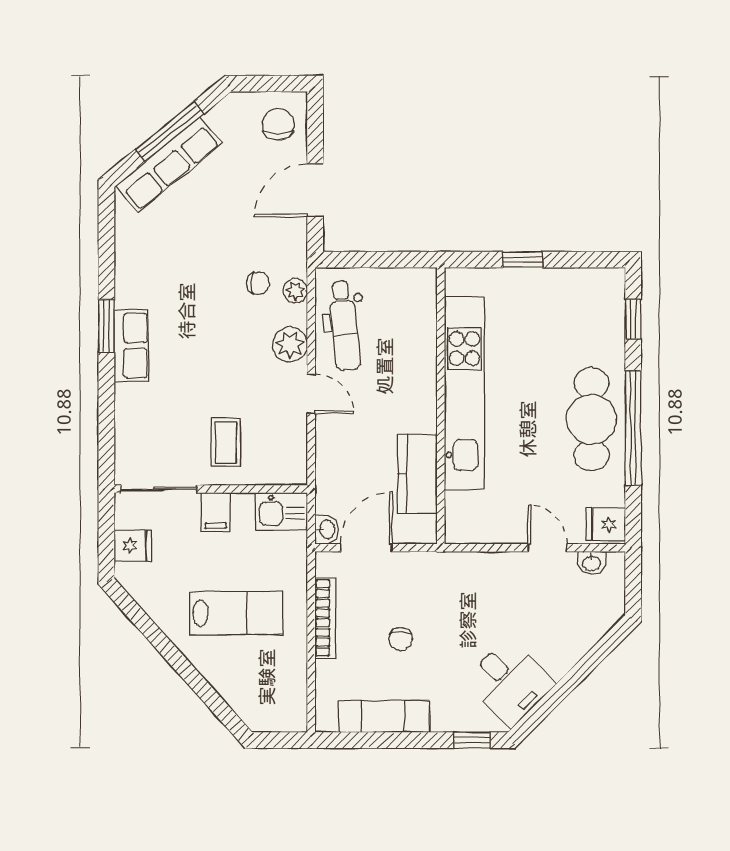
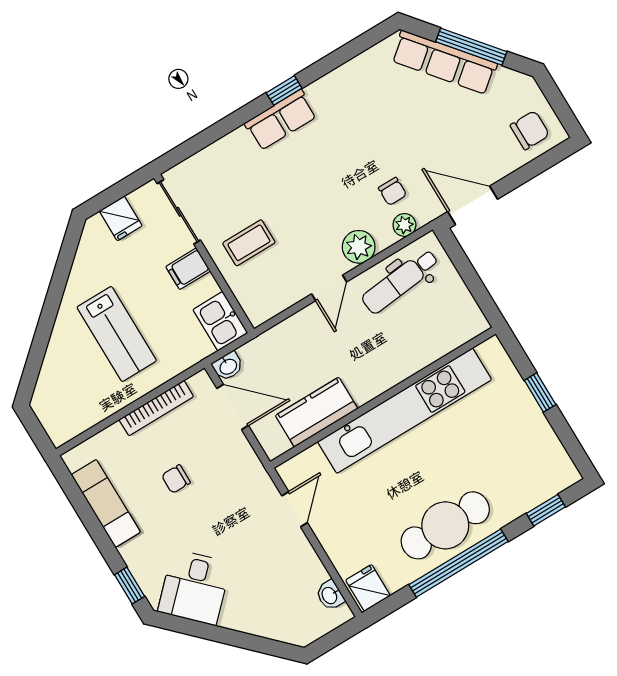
door: (315, 190) -> (473, 205), moved
window: (106, 326) -> (284, 90), width x0.67
door: (547, 548) -> (295, 509), moved

